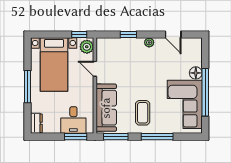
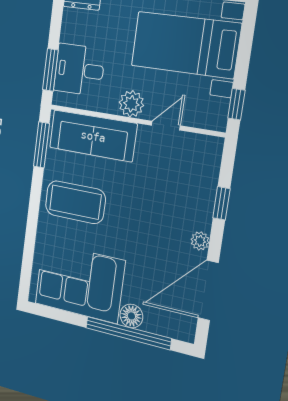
door: (173, 35) -> (208, 290), width x1.87
plant: (87, 47) -> (131, 104), moved
window: (205, 92) -> (128, 333), moved
coffee table: (143, 113) -> (75, 202), width x1.36, depth x1.32
window: (157, 137) -> (32, 220), removed

